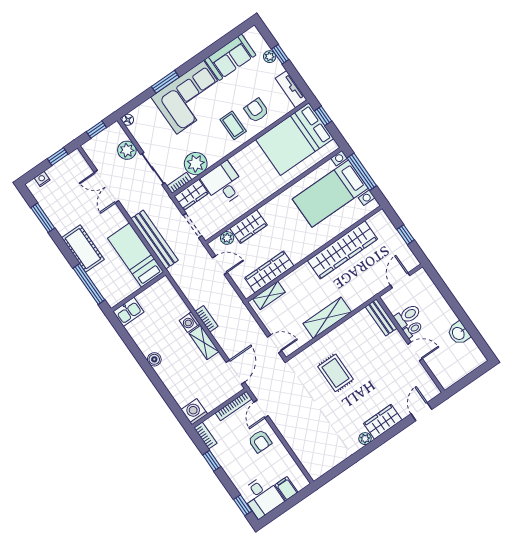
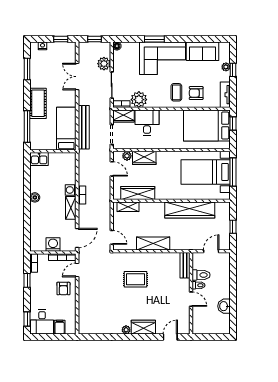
armchair: (256, 110) -> (196, 93), turned -90
rug: (335, 373) -> (136, 279), turned 90
washing machine: (194, 412) -> (53, 244), moved

